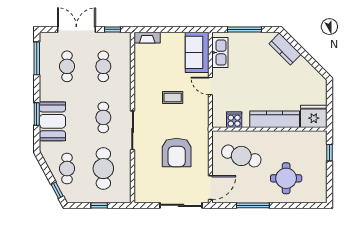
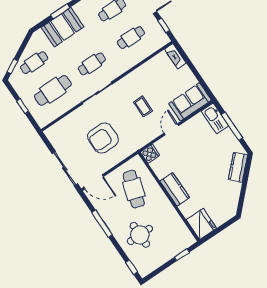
kitchen sink: (220, 53) -> (215, 118), moved, turned 90
kitchen counter: (275, 119) -> (175, 189), width x0.67
cooker: (234, 120) -> (150, 154), moved
window: (310, 205) -> (132, 267), added

